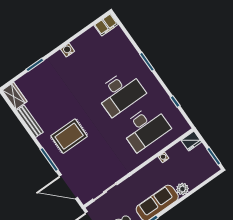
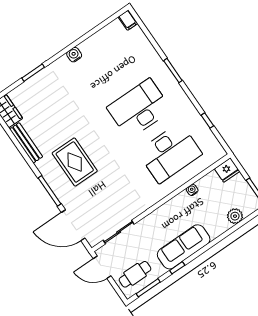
filing cabinet: (106, 25) -> (128, 20), width x0.50
desk: (120, 93) -> (139, 109), turned 180
rug: (69, 136) -> (75, 162), turned 90
plant: (182, 189) -> (235, 216), moved

